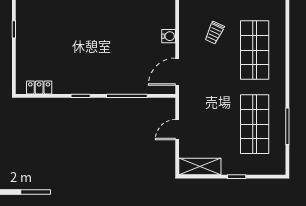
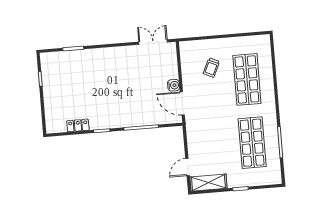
water cooler: (169, 36) -> (174, 85), moved
door: (177, 72) -> (182, 103), hinge flipped
locker: (39, 87) -> (78, 125), moved
door: (177, 130) -> (188, 167), moved

